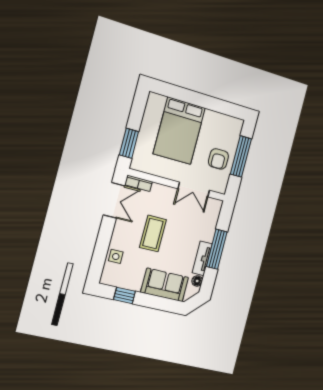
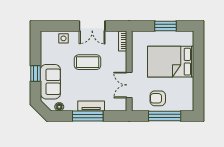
window: (129, 143) -> (166, 26), moved
double door: (114, 200) -> (92, 26), moved
tv unit: (202, 258) -> (91, 106), moved
window: (124, 295) -> (36, 74), moved

